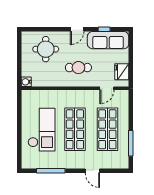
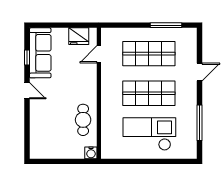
round table: (46, 49) -> (51, 129), removed
cafe table: (78, 68) -> (83, 120), moved
door: (107, 88) -> (99, 54), swing flipped

